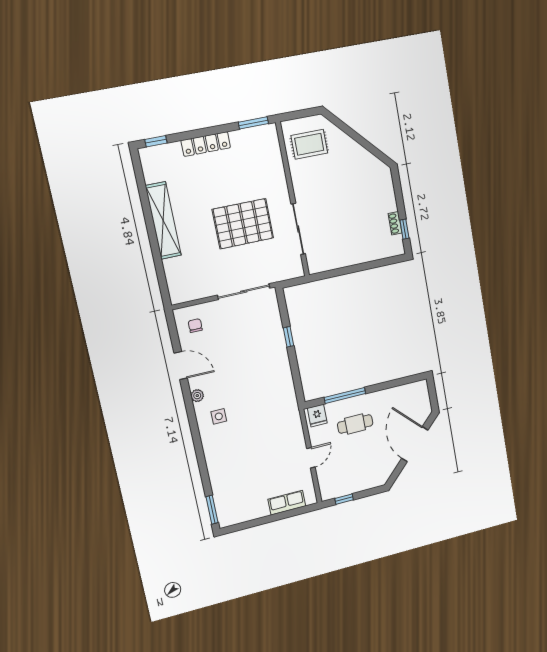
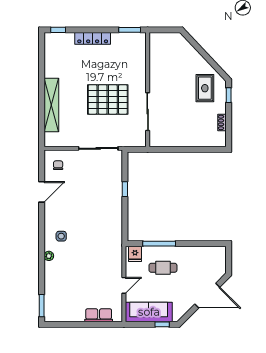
rug: (309, 144) -> (205, 88), moved, turned 90
shelving: (163, 221) -> (51, 105), moved
window: (404, 229) -> (229, 95), moved
door: (181, 366) -> (42, 192), hinge flipped
plant: (197, 396) -> (49, 256), moved
door: (415, 444) -> (207, 296), swing flipped
sofa: (348, 482) -> (149, 312), added
window: (344, 499) -> (162, 324), moved

